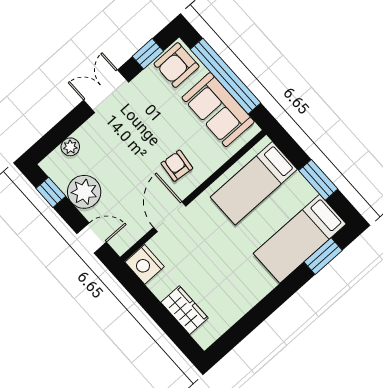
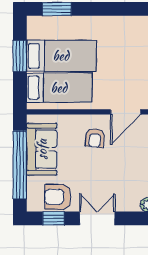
armchair: (177, 65) -> (58, 197), moved, turned 180
double door: (106, 91) -> (97, 218), swing flipped
bed: (300, 239) -> (61, 56), moved

